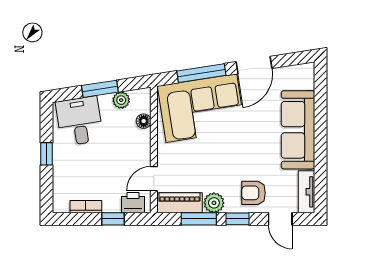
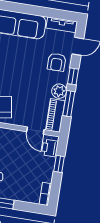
bookcase: (86, 207) -> (45, 194), moved

